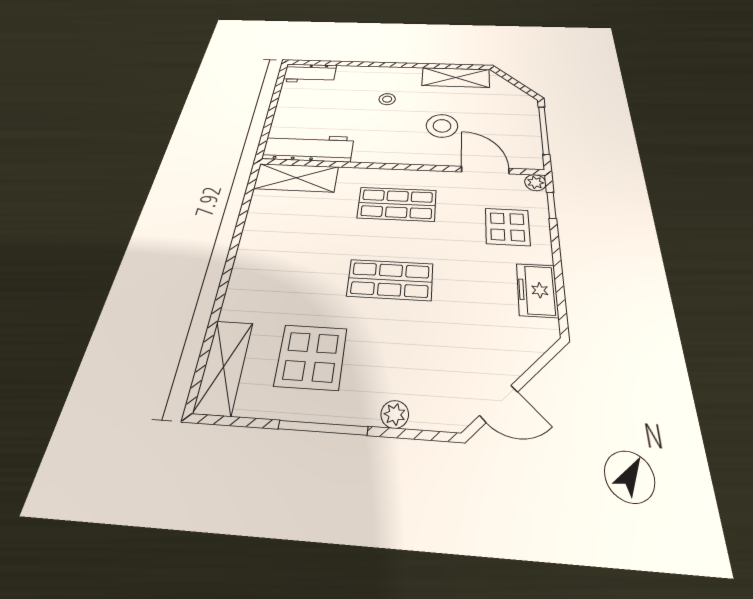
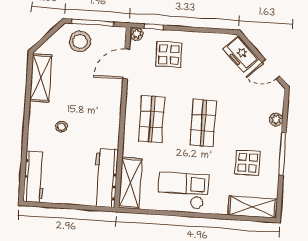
workbench: (310, 73) -> (34, 177), width x1.38
stool: (442, 126) -> (80, 41), moved
checkout: (273, 249) -> (183, 191), added
freezer: (537, 290) -> (241, 54), moved, turned 45
display table: (311, 357) -> (247, 163), width x0.73, depth x0.73
door: (499, 404) -> (271, 69), swing flipped

